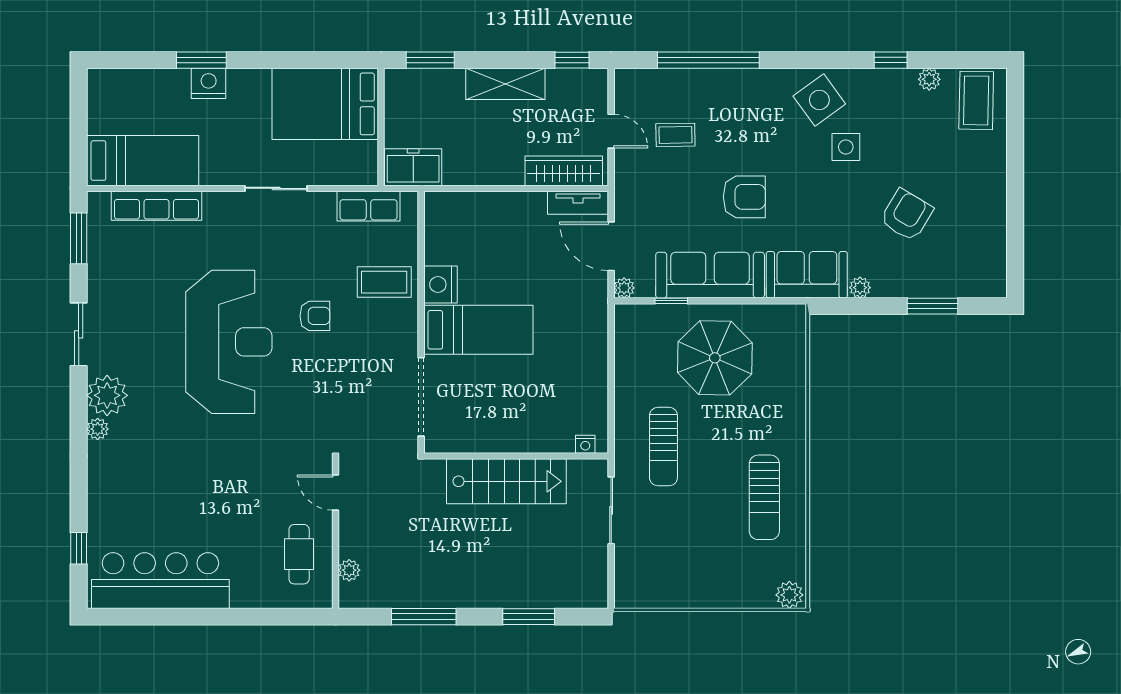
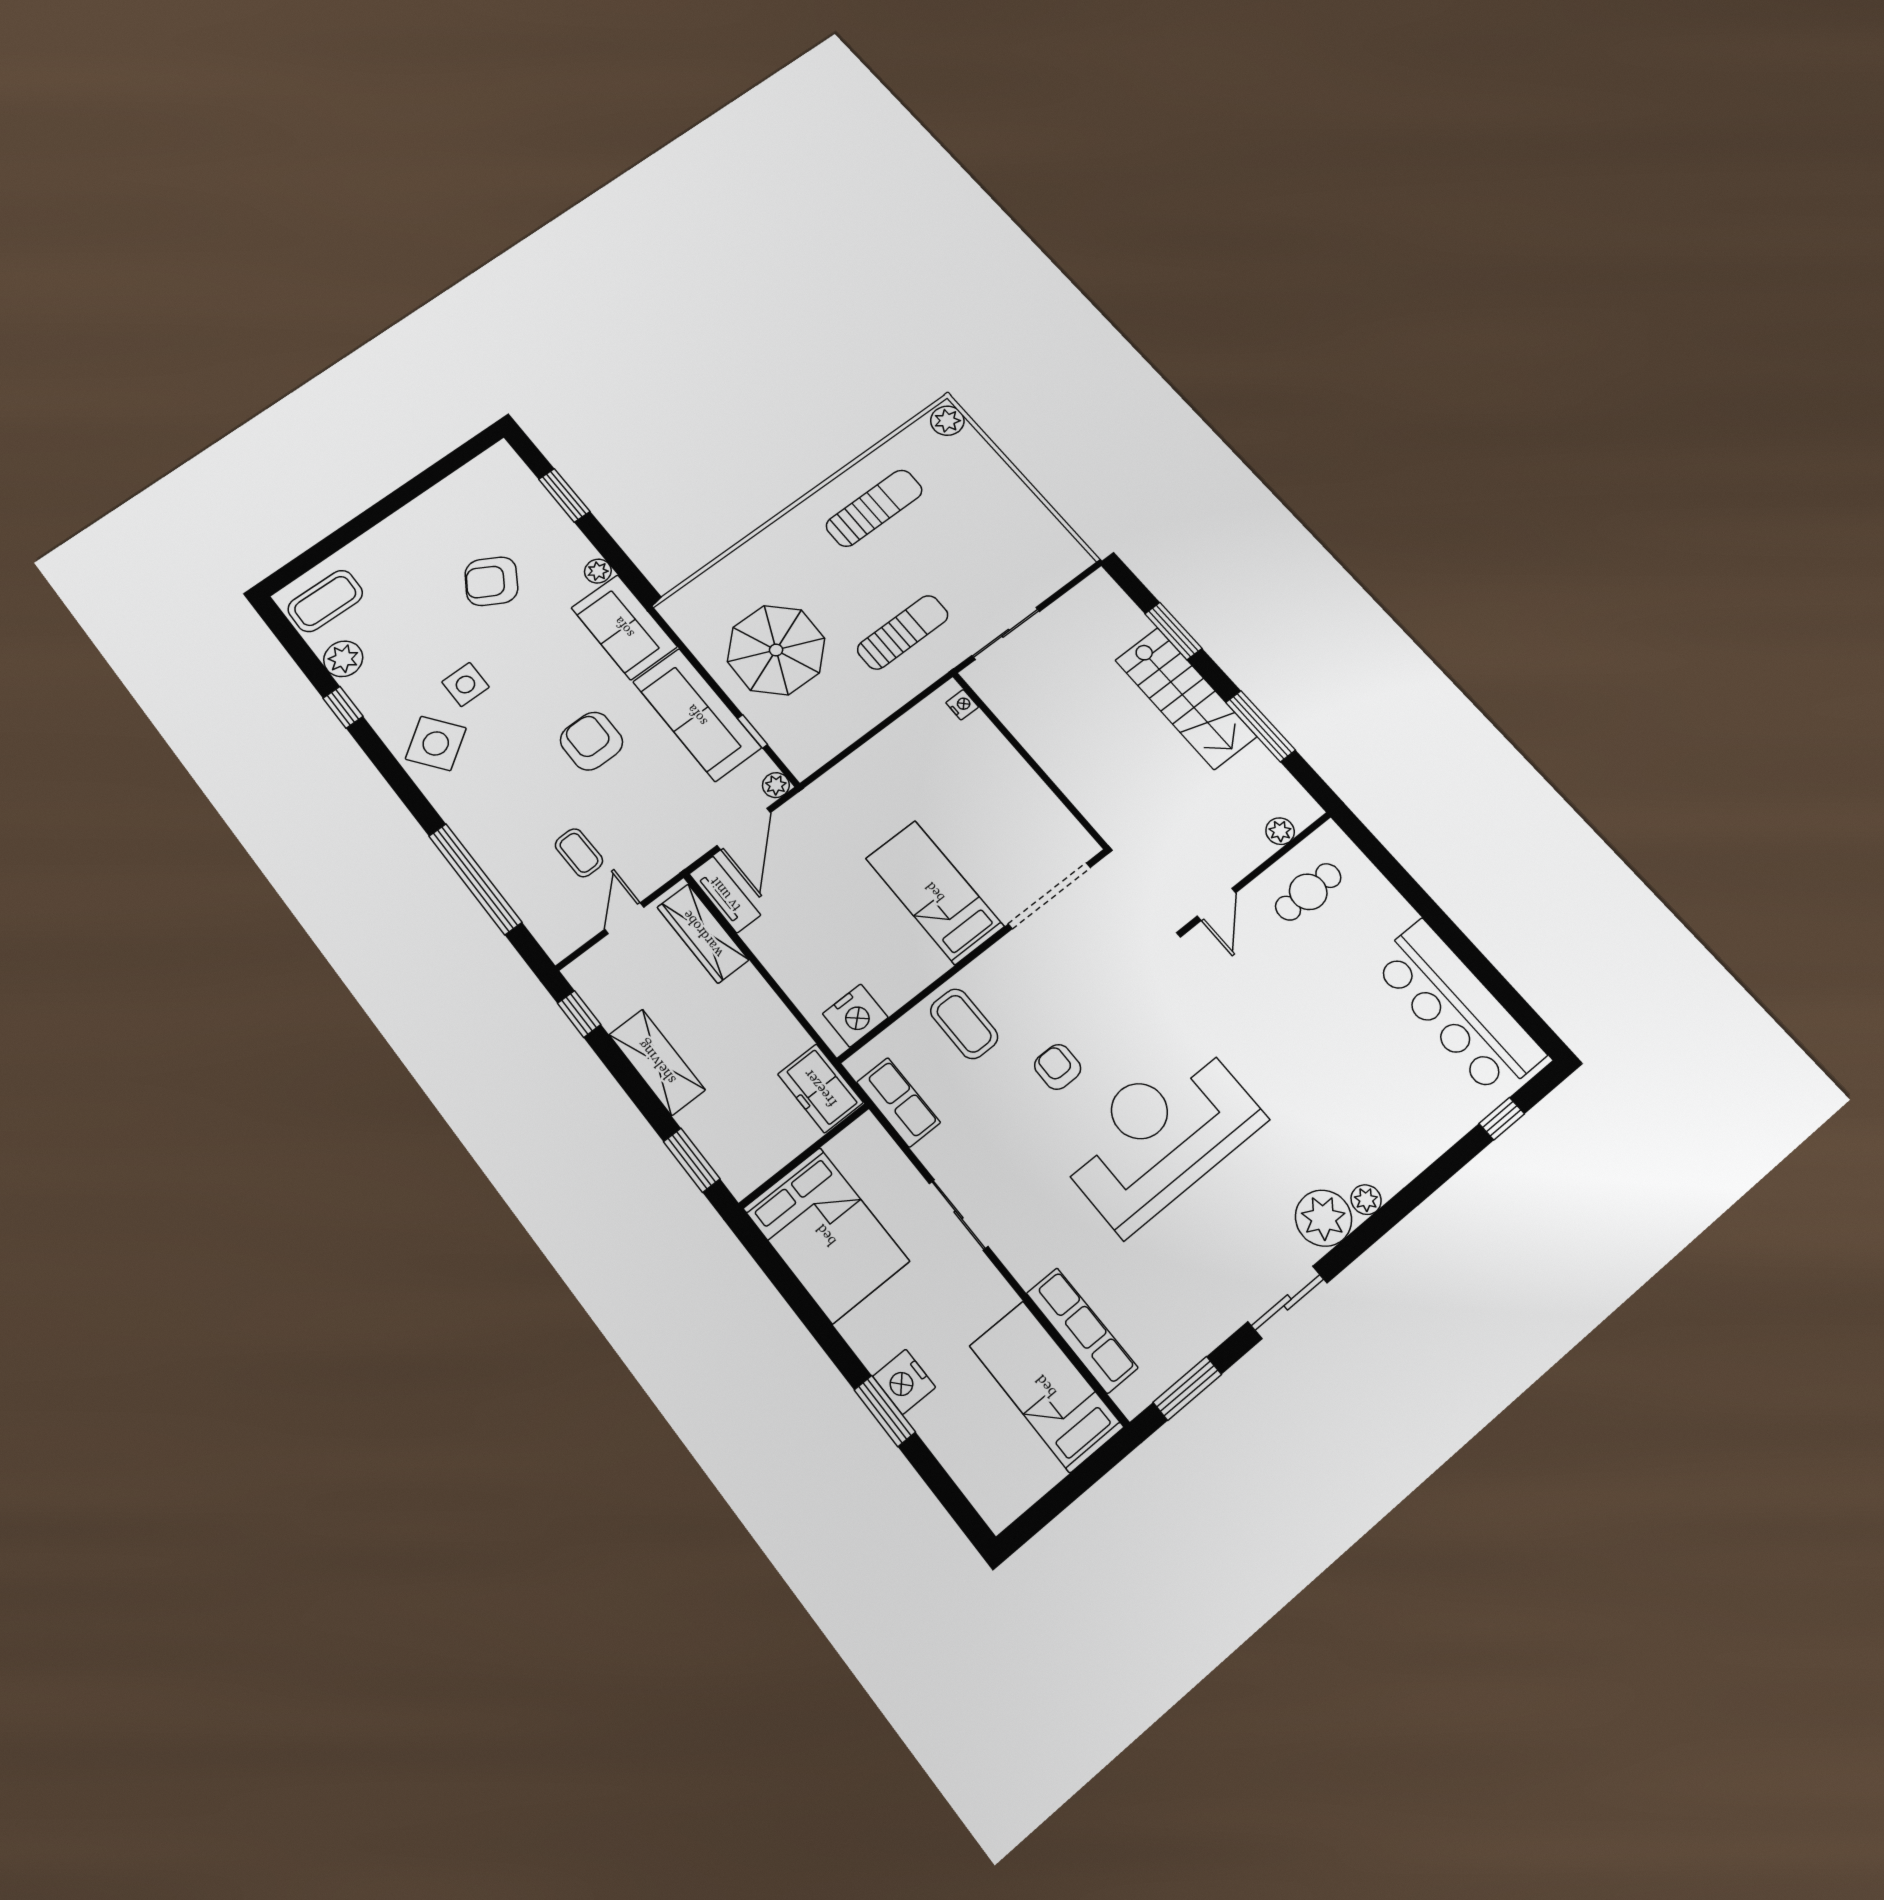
plant: (929, 79) -> (343, 659), width x1.38, depth x1.38
nightstand: (441, 284) -> (855, 1016), moved
stairs: (506, 481) -> (1186, 698), moved, turned 180

